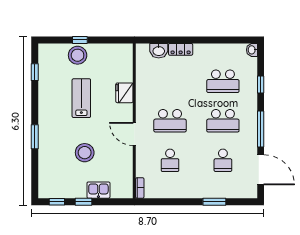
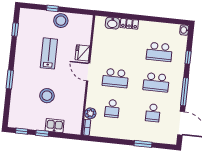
stool: (78, 55) -> (61, 21), moved
door: (134, 134) -> (88, 72), moved
plant: (143, 169) -> (90, 113), added

